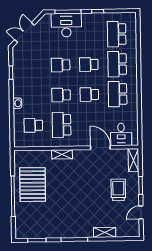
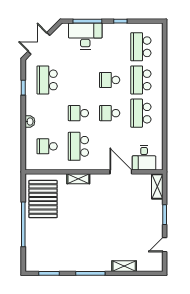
school desk: (61, 65) -> (47, 80), moved, width x1.85
pallet: (33, 185) -> (43, 199), moved
trolley: (118, 190) -> (140, 219), removed

